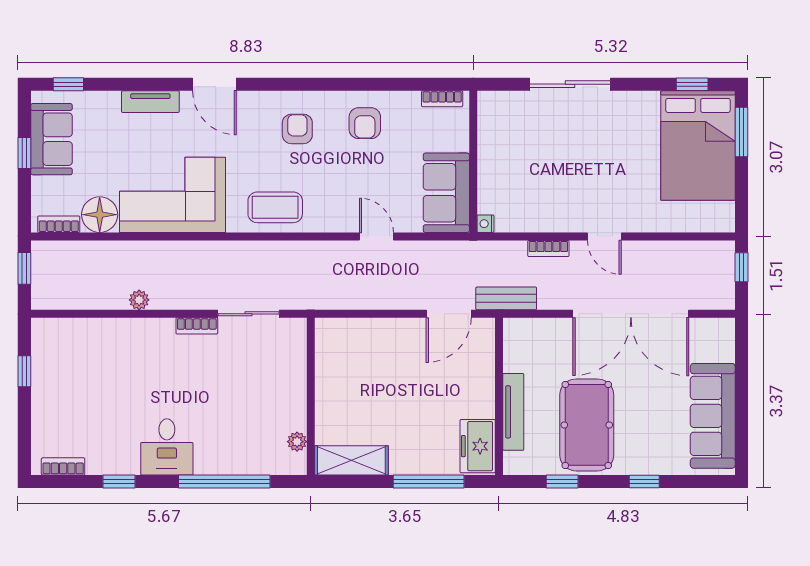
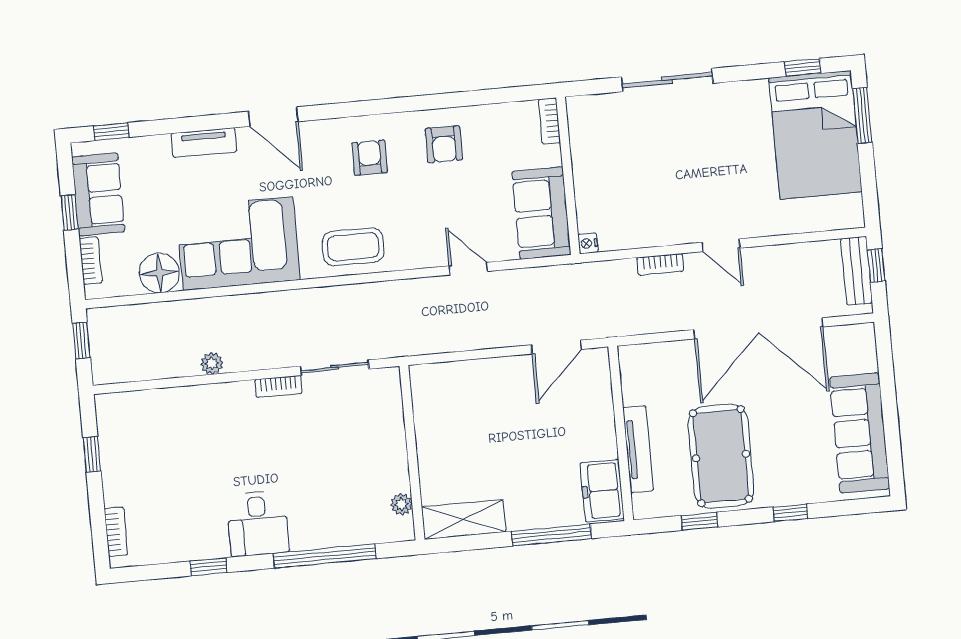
bookcase: (442, 99) -> (549, 121), moved, turned 90
bookcase: (59, 224) -> (91, 261), moved, turned 90
bench: (506, 298) -> (857, 271), moved, turned 90
bookcase: (63, 466) -> (116, 532), moved, turned 90

